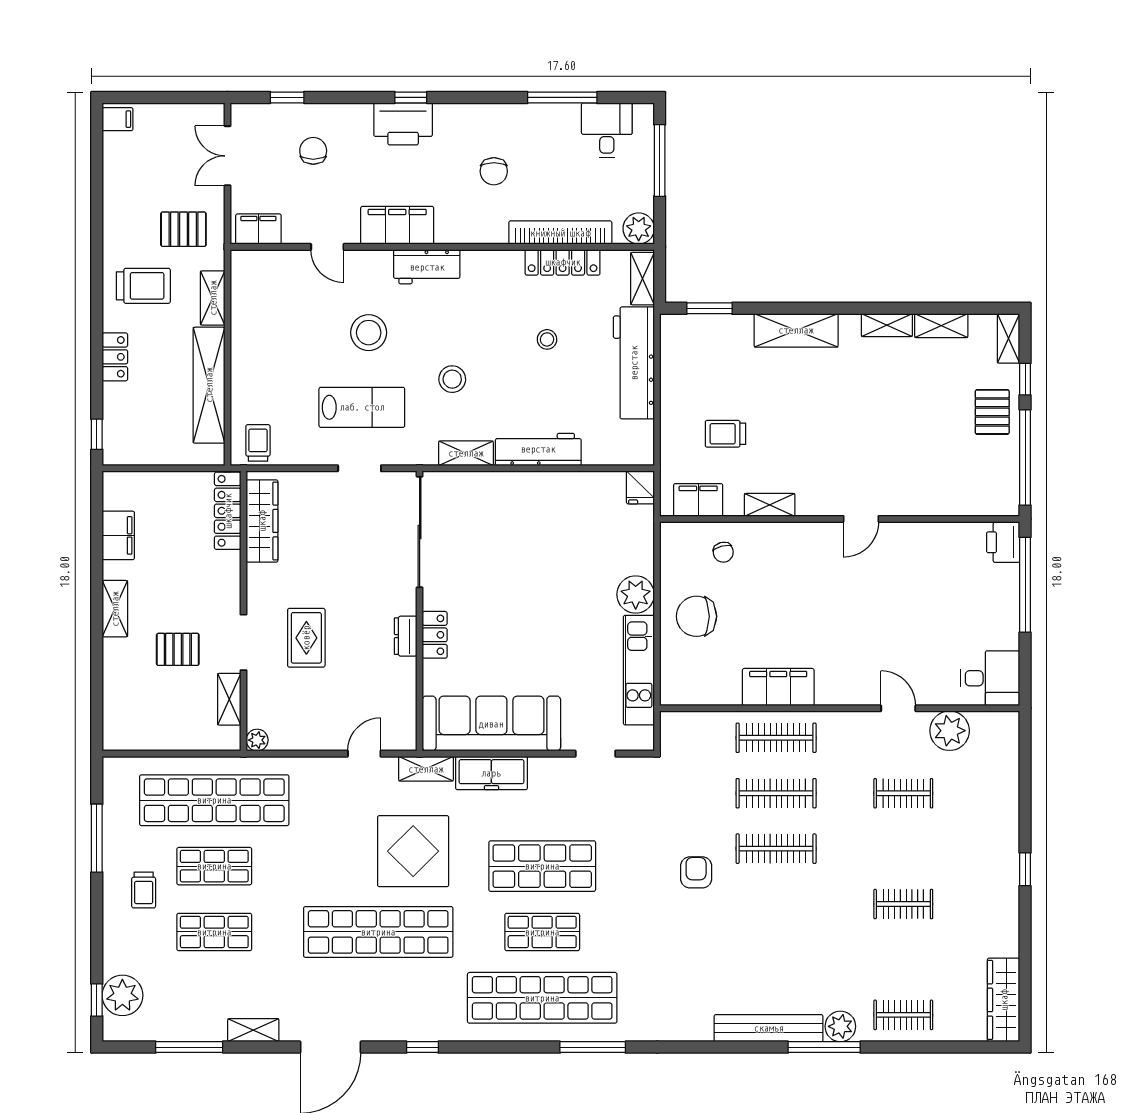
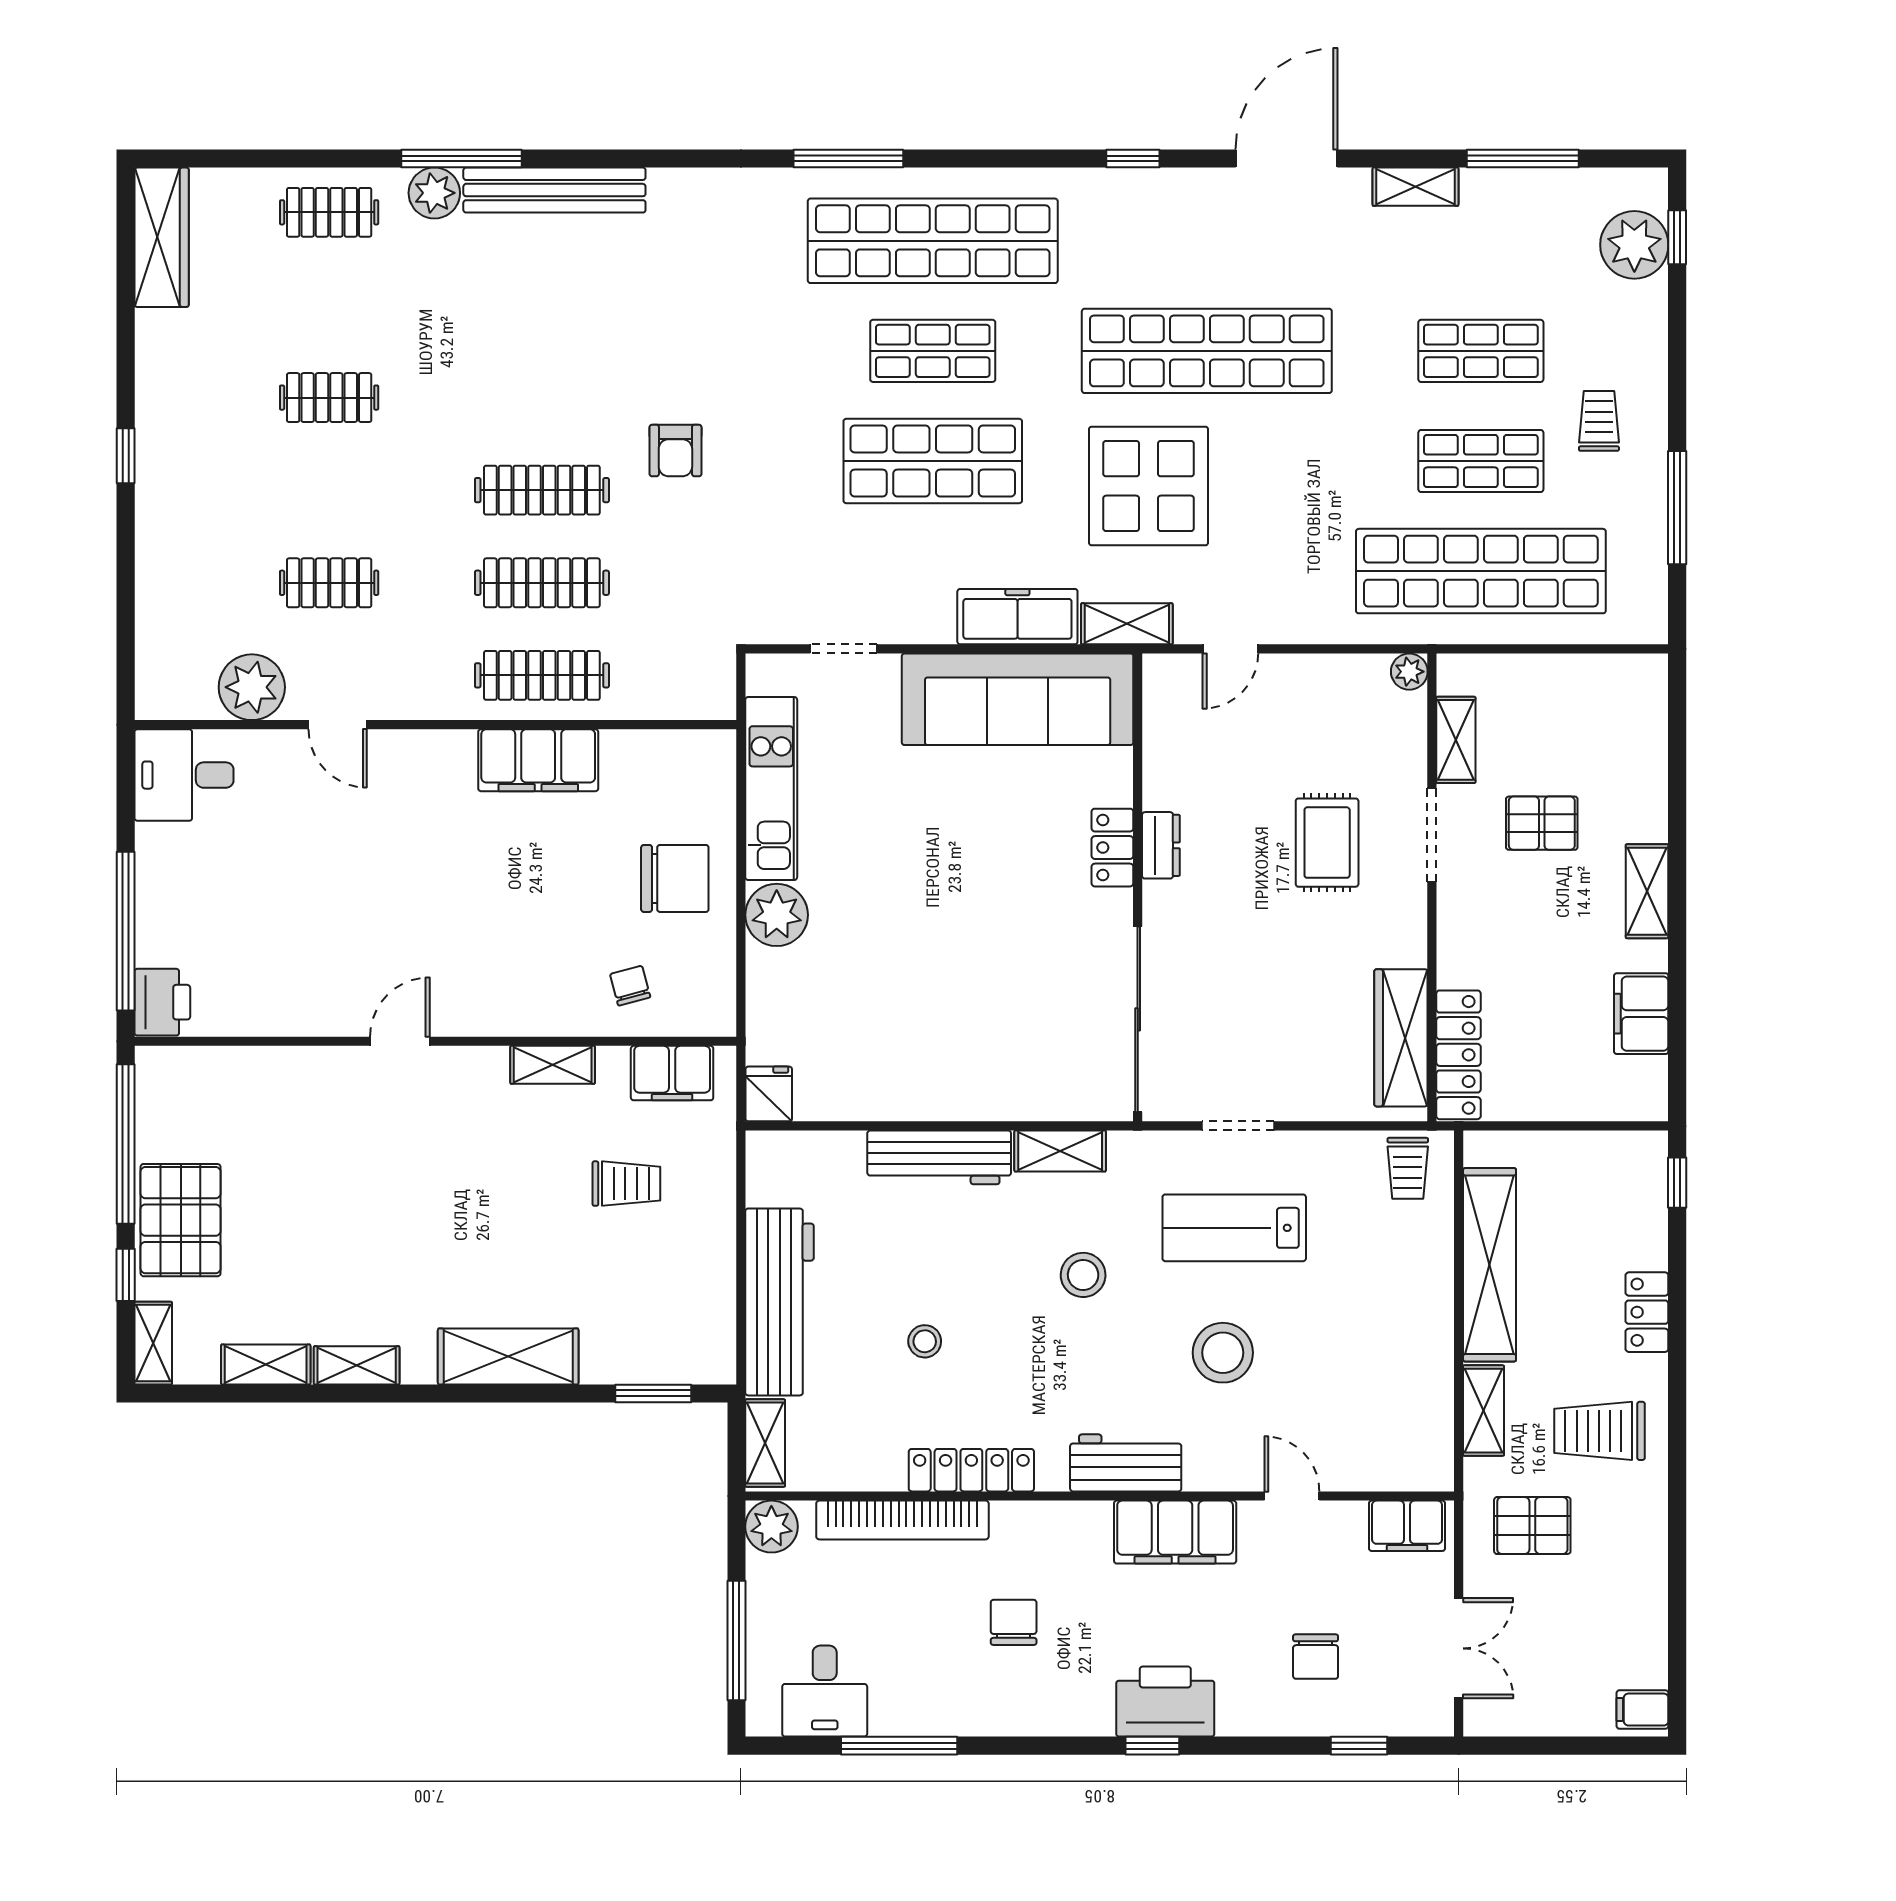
locker: (563, 262) -> (971, 1470), moved
pallet: (992, 412) -> (181, 1220), width x1.50, depth x1.42

